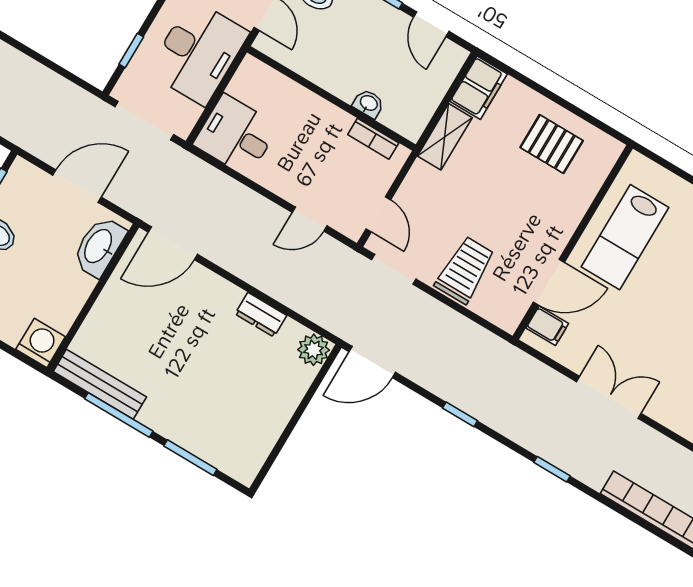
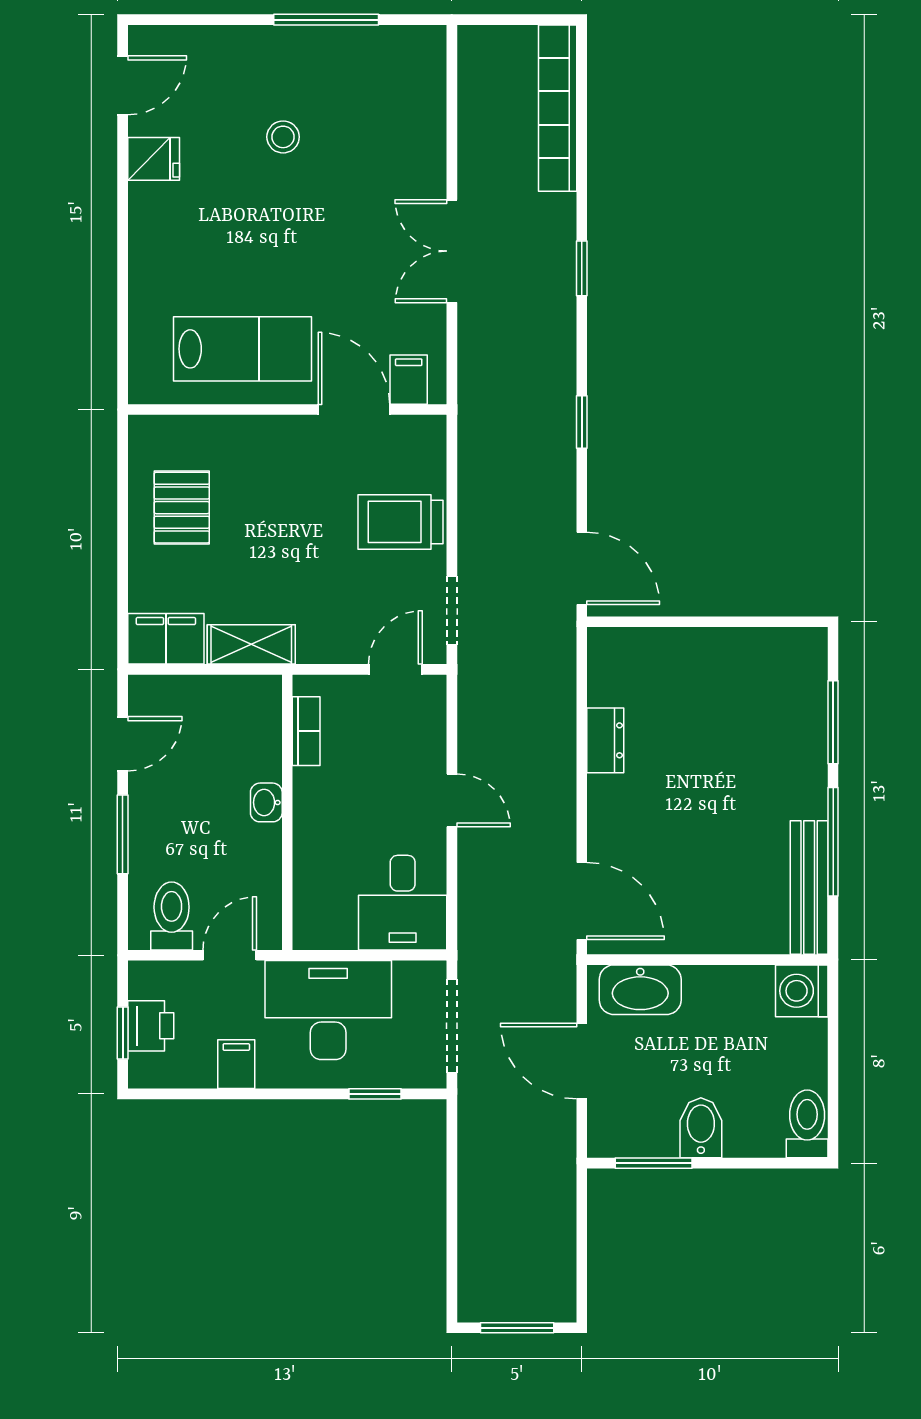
washbasin: (368, 104) -> (266, 802), moved
door: (310, 219) -> (452, 800), moved
plant: (314, 350) -> (610, 650), removed

